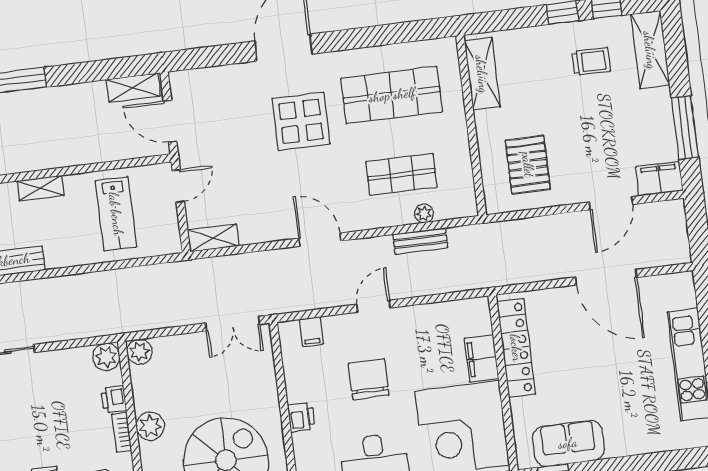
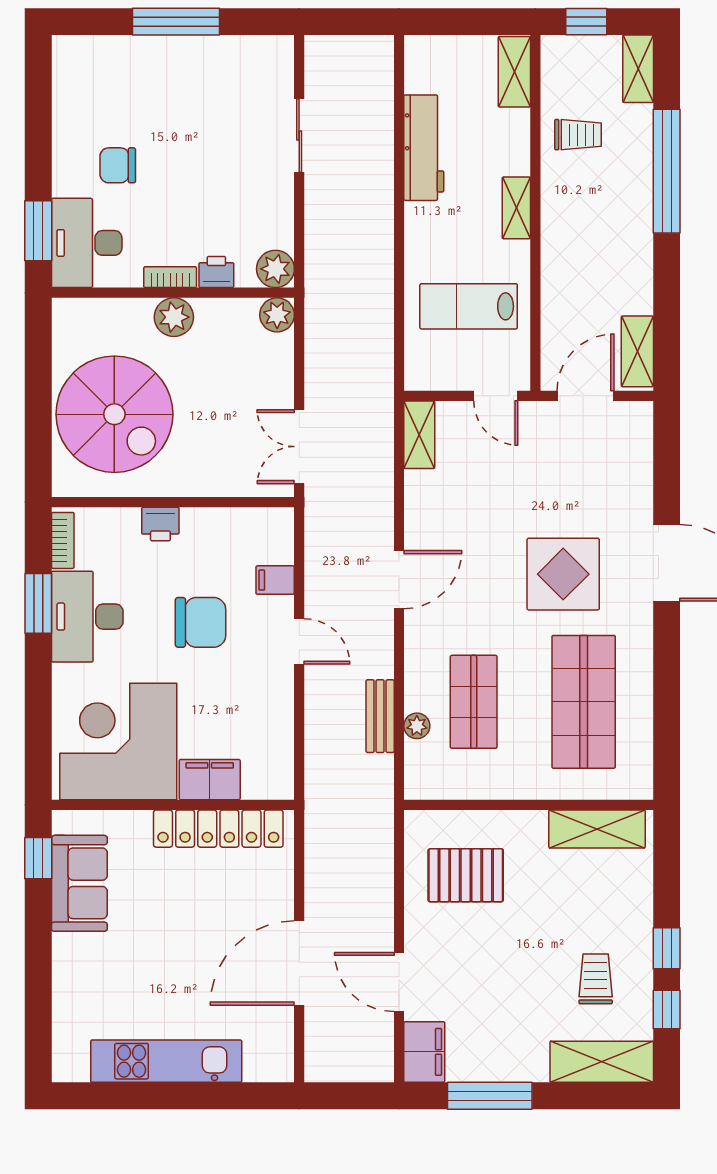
trolley: (591, 61) -> (596, 979), turned 180
filing cabinet: (311, 332) -> (275, 580), moved

